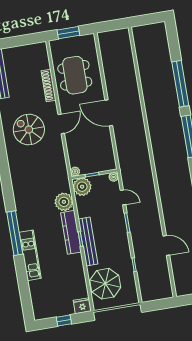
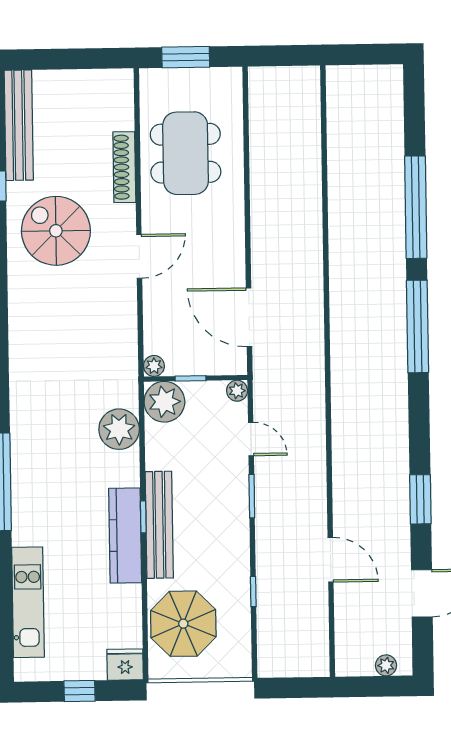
door: (109, 113) -> (249, 317), moved
spiral stairs: (29, 129) -> (56, 231), moved
kitchen counter: (71, 232) -> (125, 535), moved
kitchen unit: (30, 255) -> (28, 602), moved

